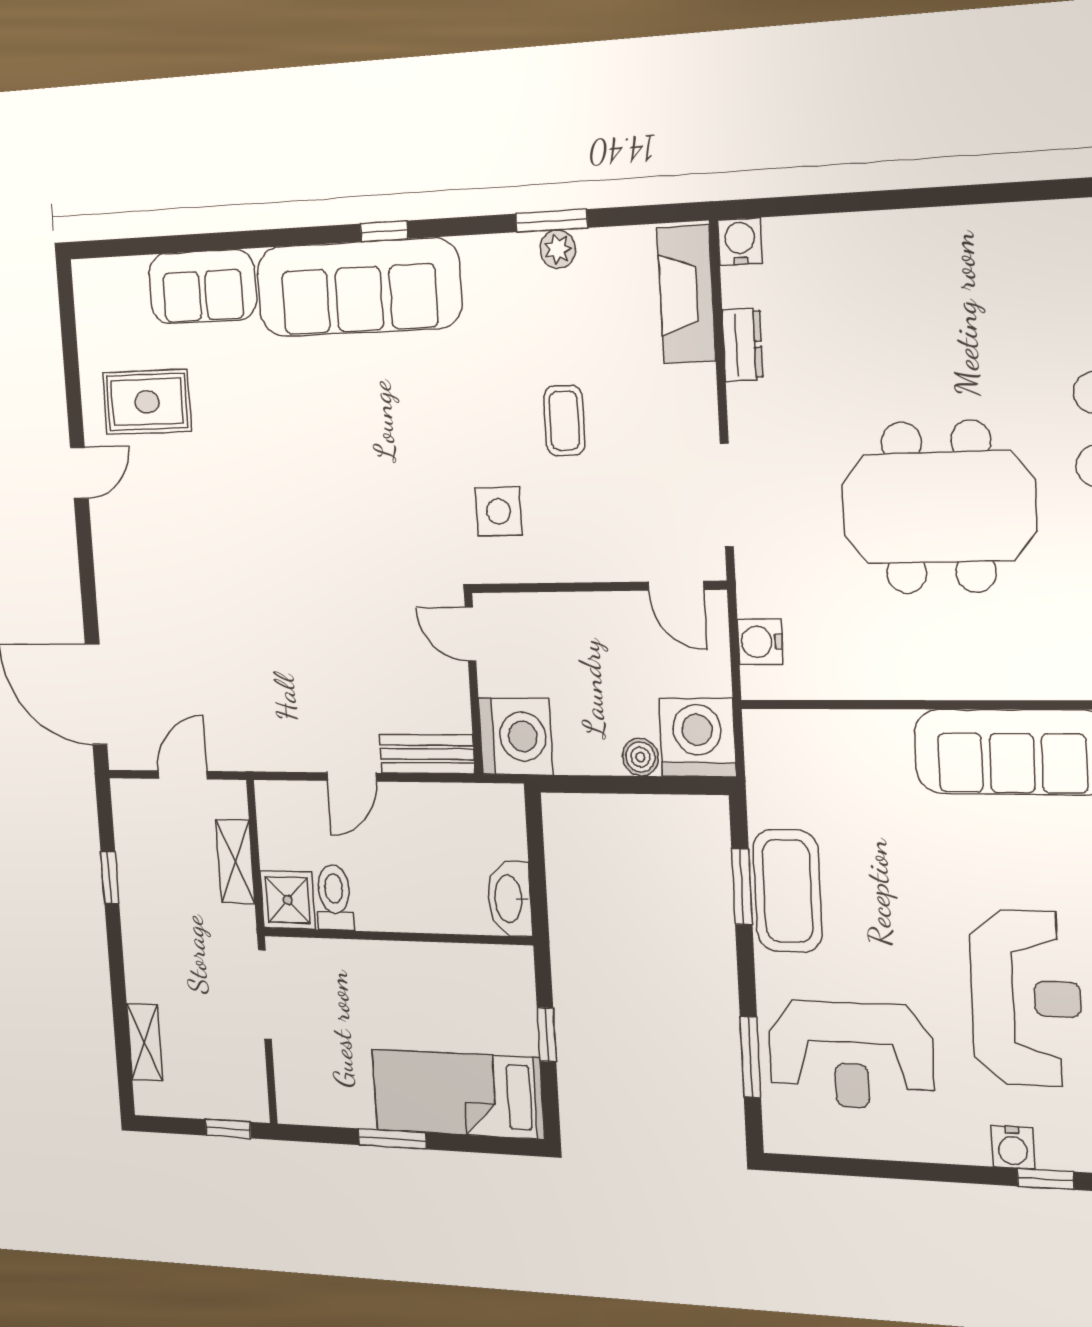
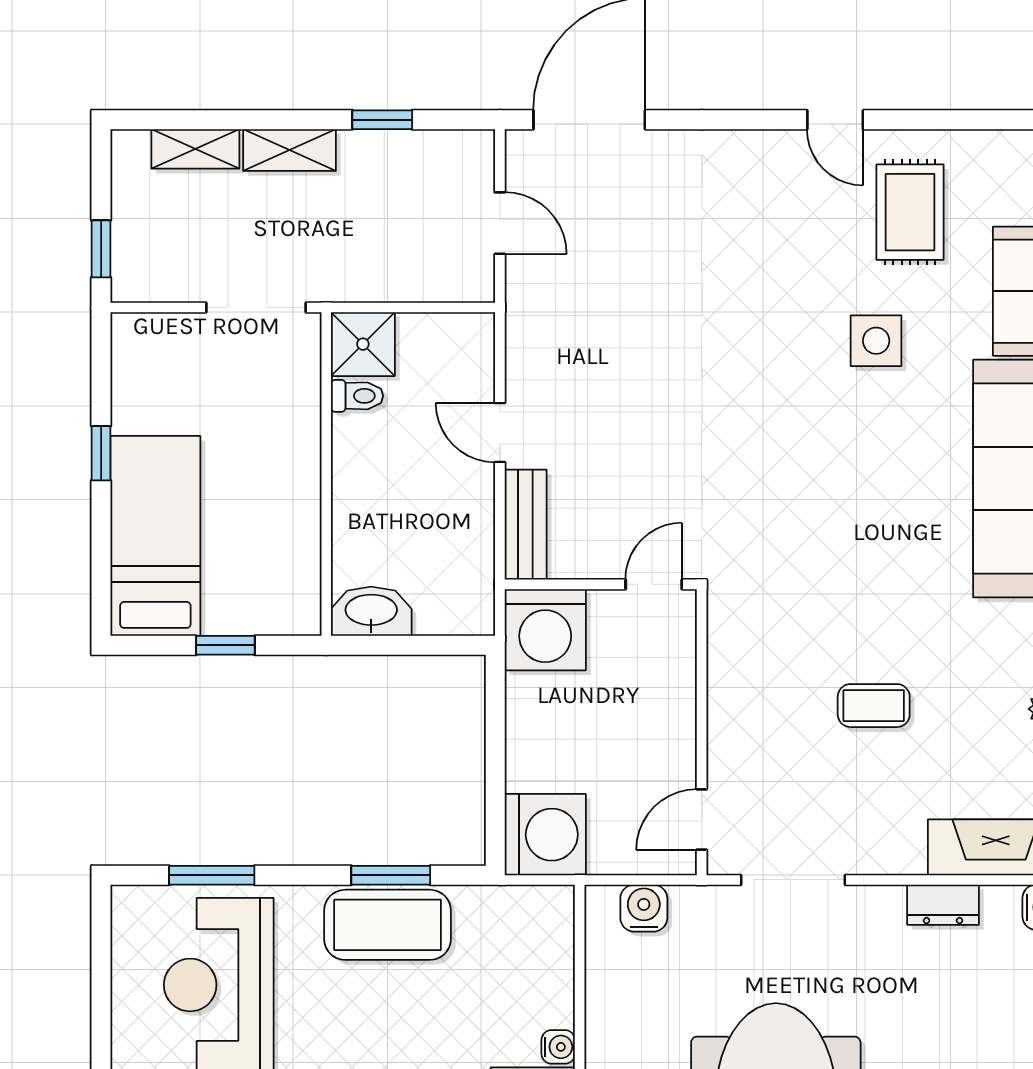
side table: (499, 511) -> (876, 341), moved
water cooler: (895, 726) -> (558, 1047), added
boiler: (640, 757) -> (525, 770), removed
shelving: (235, 861) -> (290, 150), moved
toilet: (334, 898) -> (357, 396), width x0.73, depth x0.72
window: (392, 1139) -> (101, 453), width x0.67

